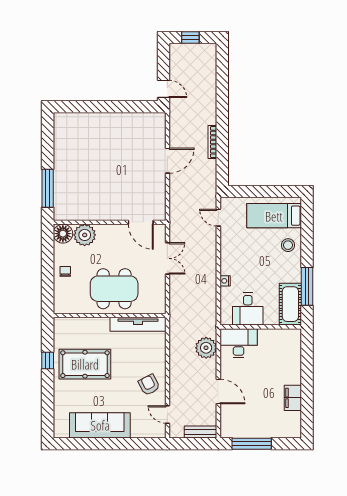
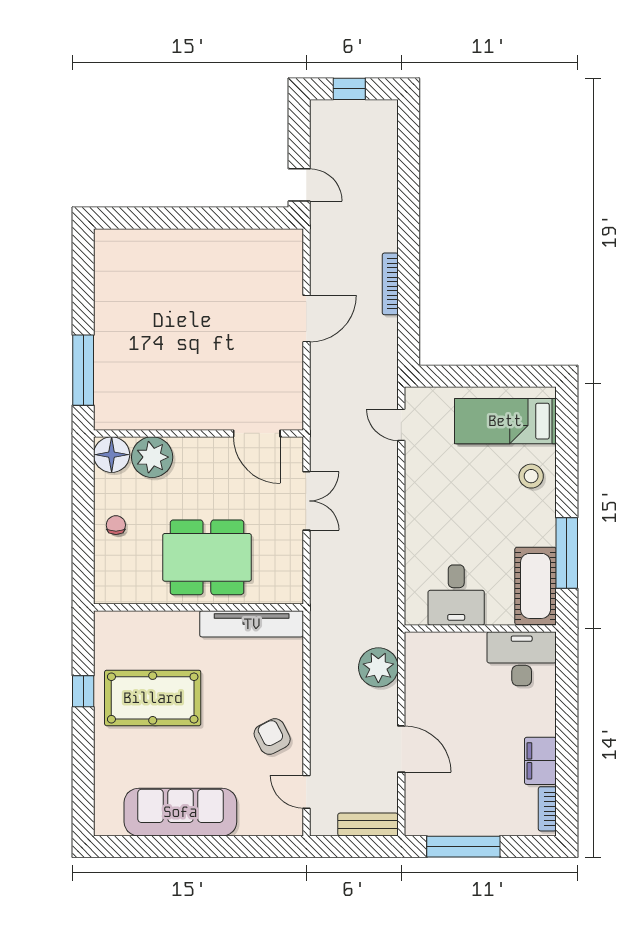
nightstand: (225, 281) -> (414, 543), removed
desk: (239, 343) -> (522, 659), moved
bookcase: (297, 424) -> (547, 809), added

